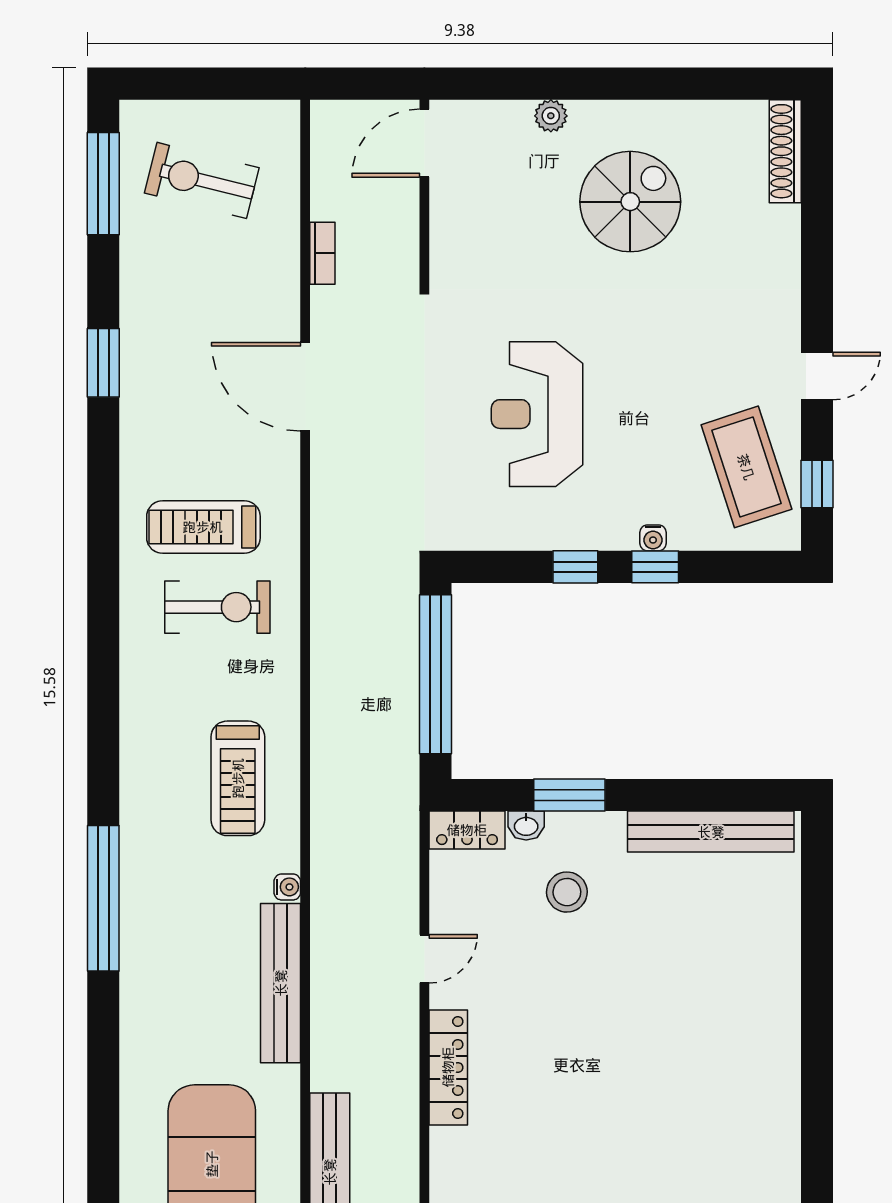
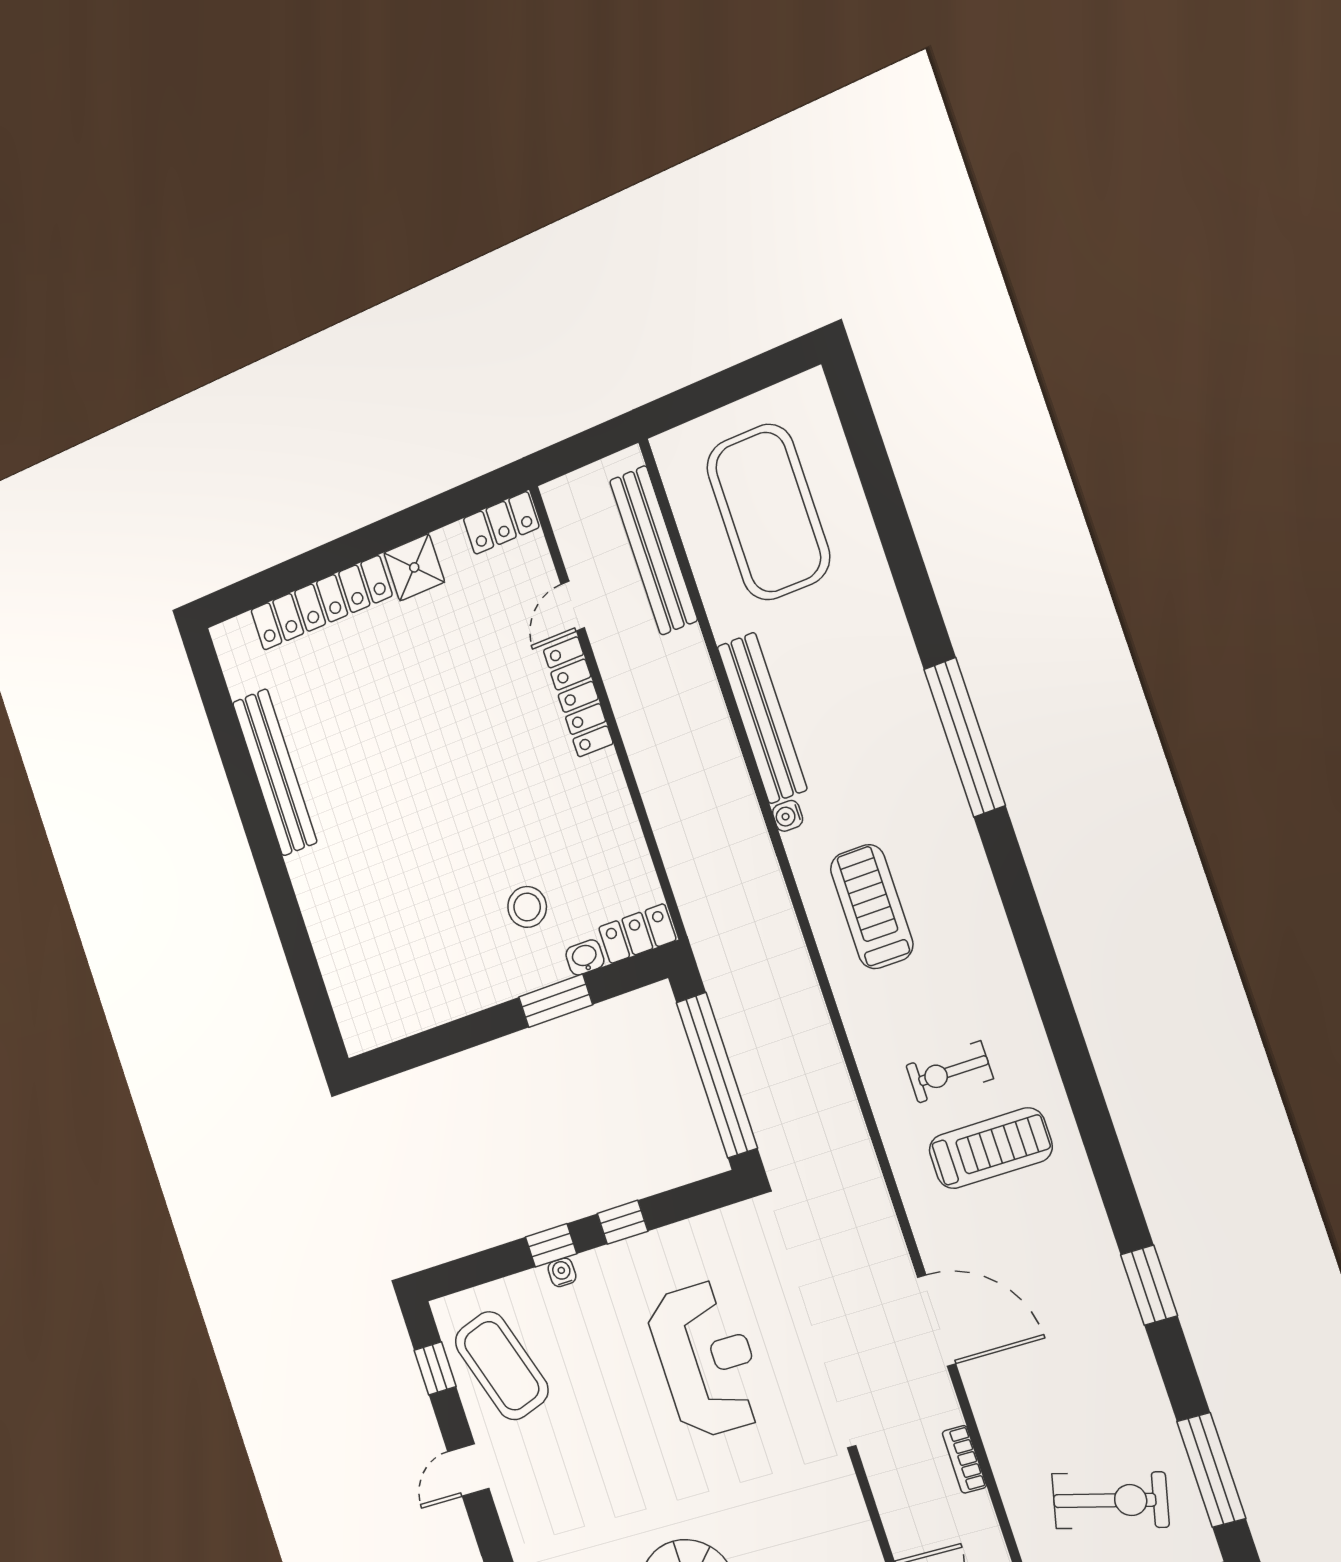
exercise bike: (217, 607) -> (950, 1072), width x0.73, depth x0.72
bench: (711, 832) -> (275, 772), moved, turned 90
door: (424, 959) -> (573, 606), moved

